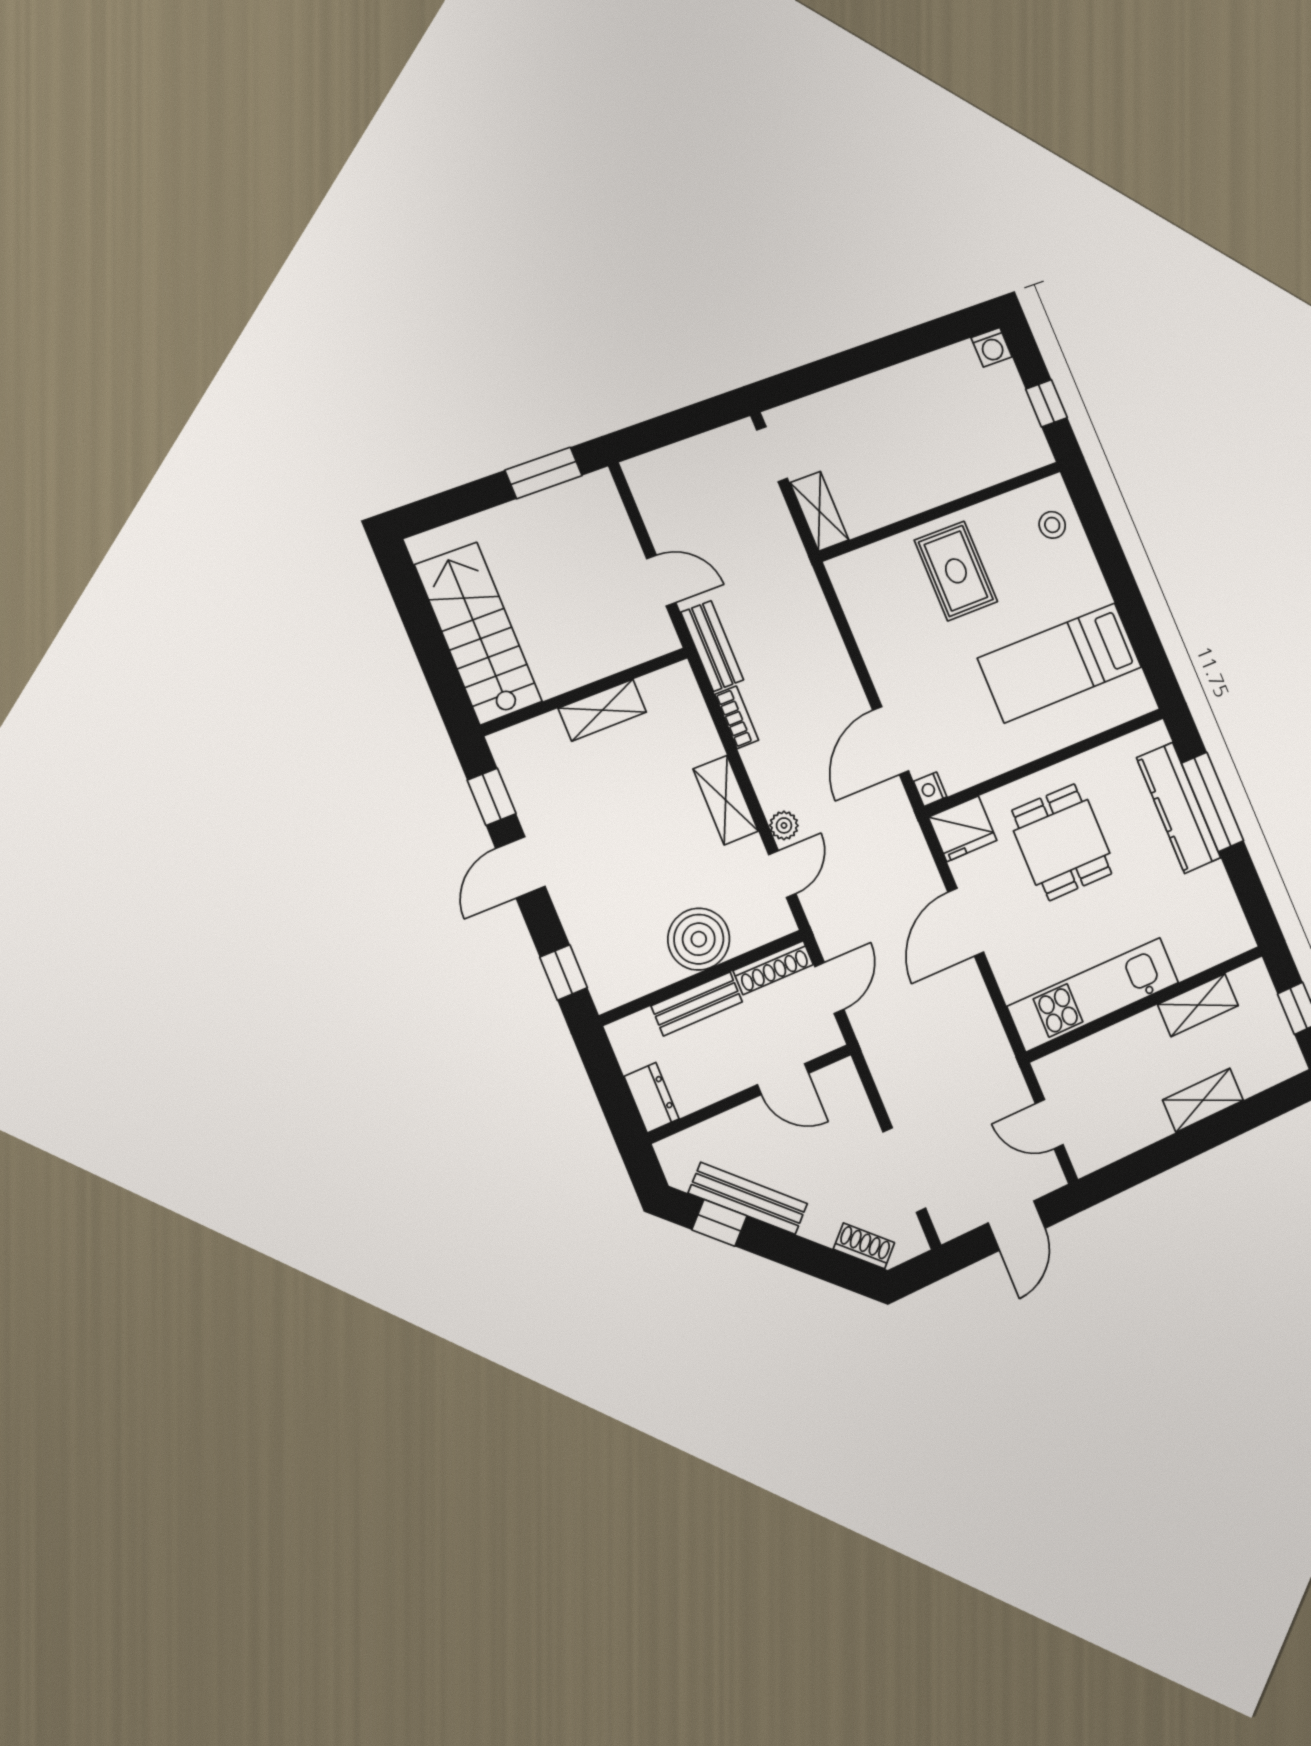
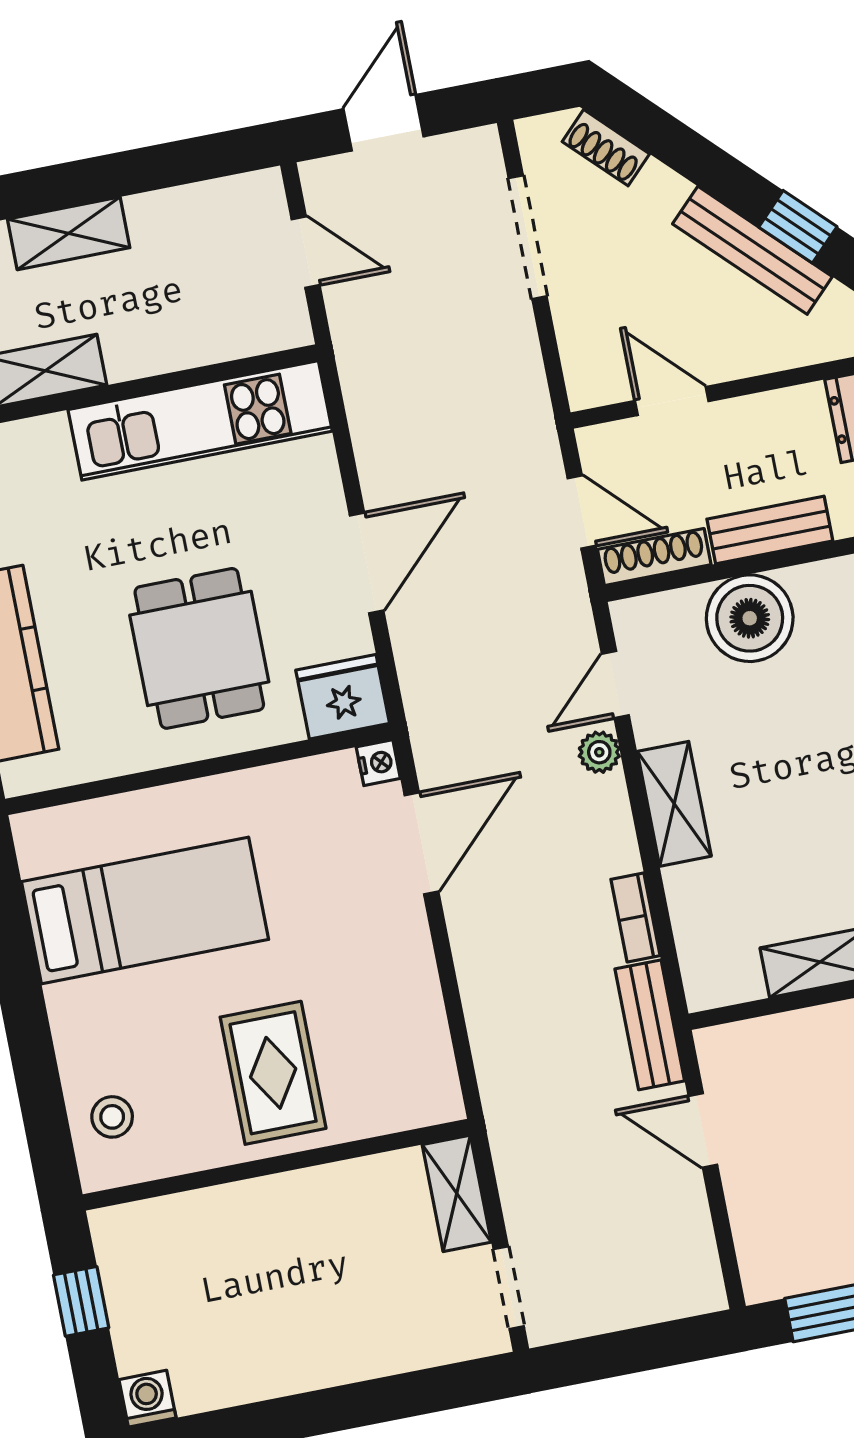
door: (829, 988) -> (582, 512), swing flipped

